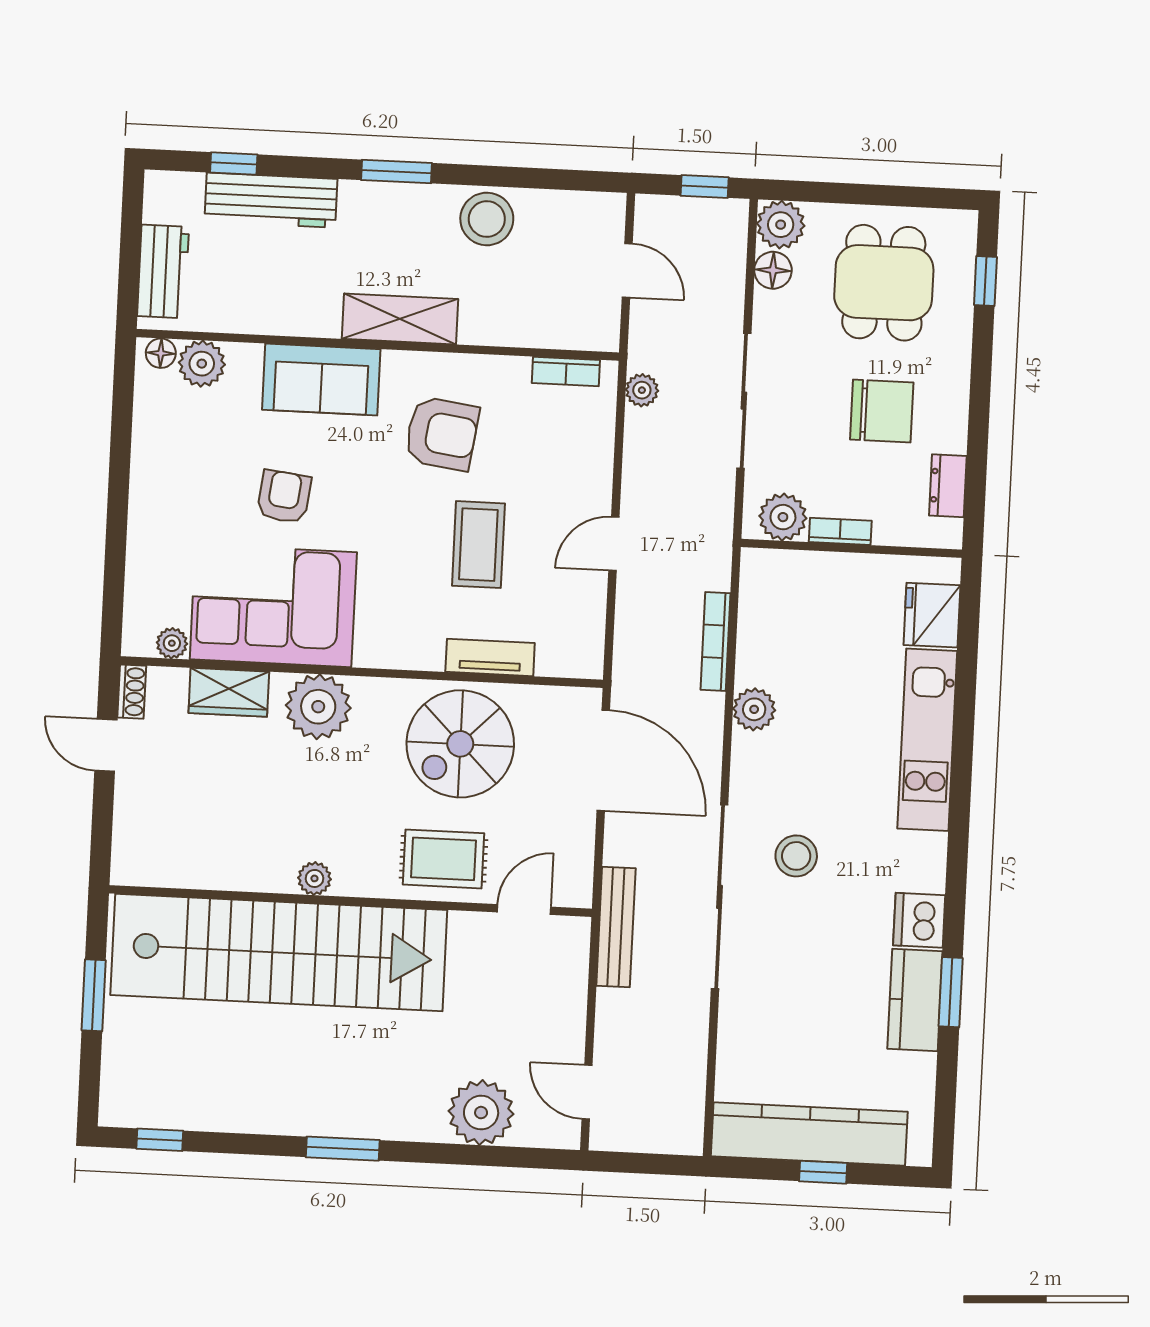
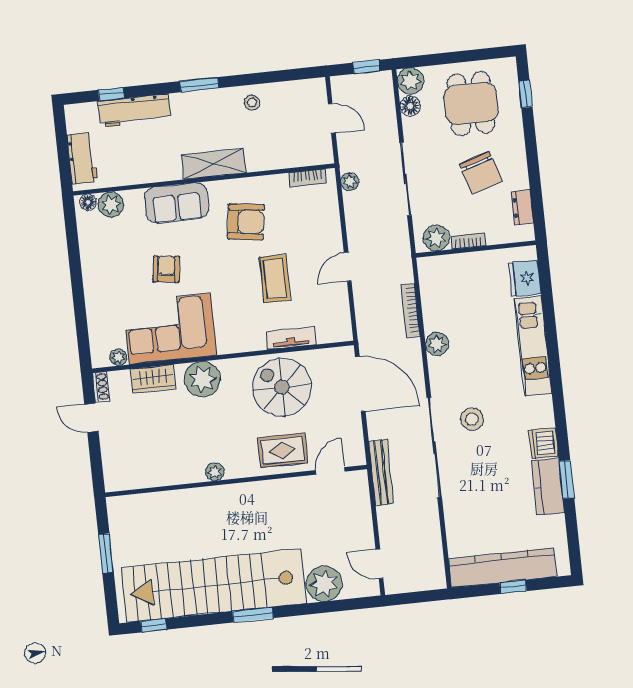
stool: (487, 219) -> (252, 103), width x0.53, depth x0.53
chair: (882, 411) -> (481, 173), turned 73
spiral stairs: (460, 744) -> (282, 387), turned 90
stairs: (279, 952) -> (214, 586), moved, turned 180

